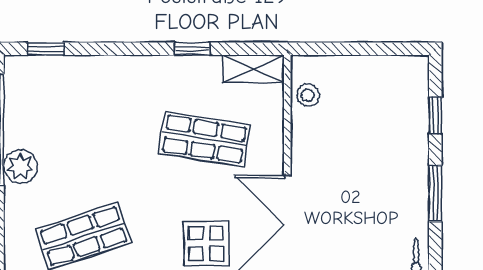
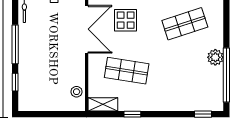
window: (435, 193) -> (15, 44), width x1.44

